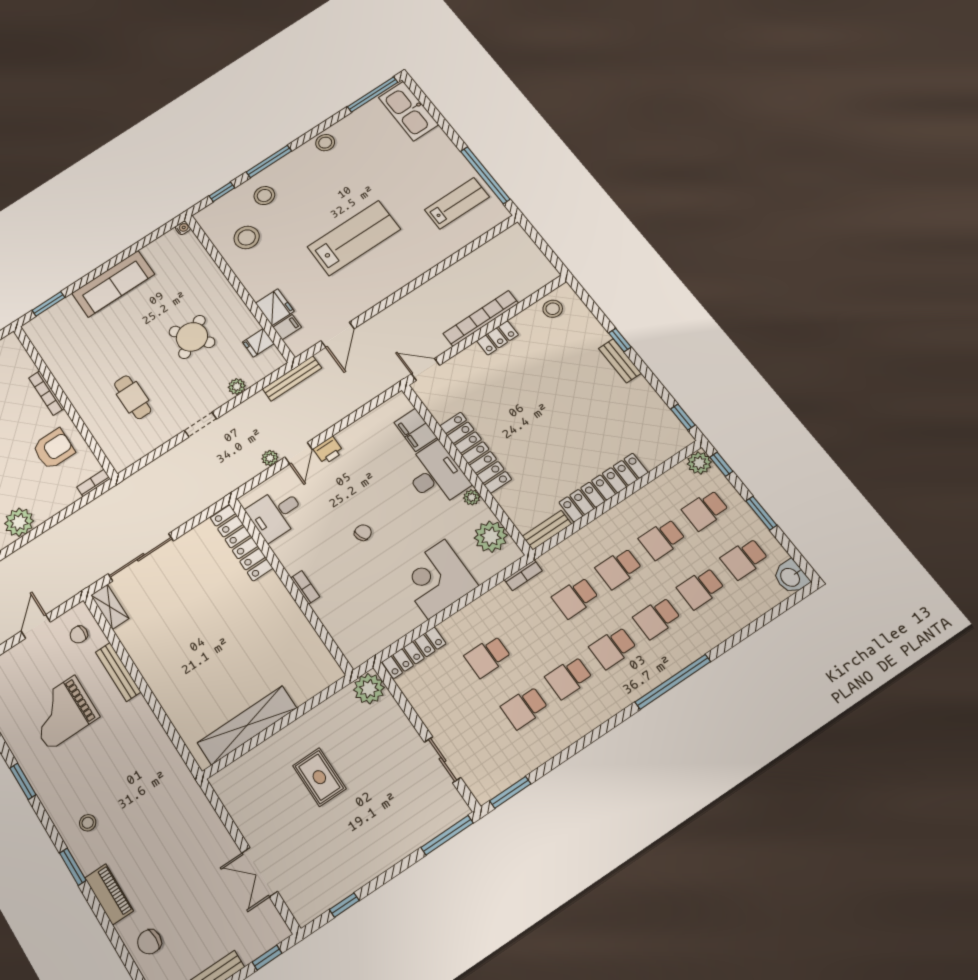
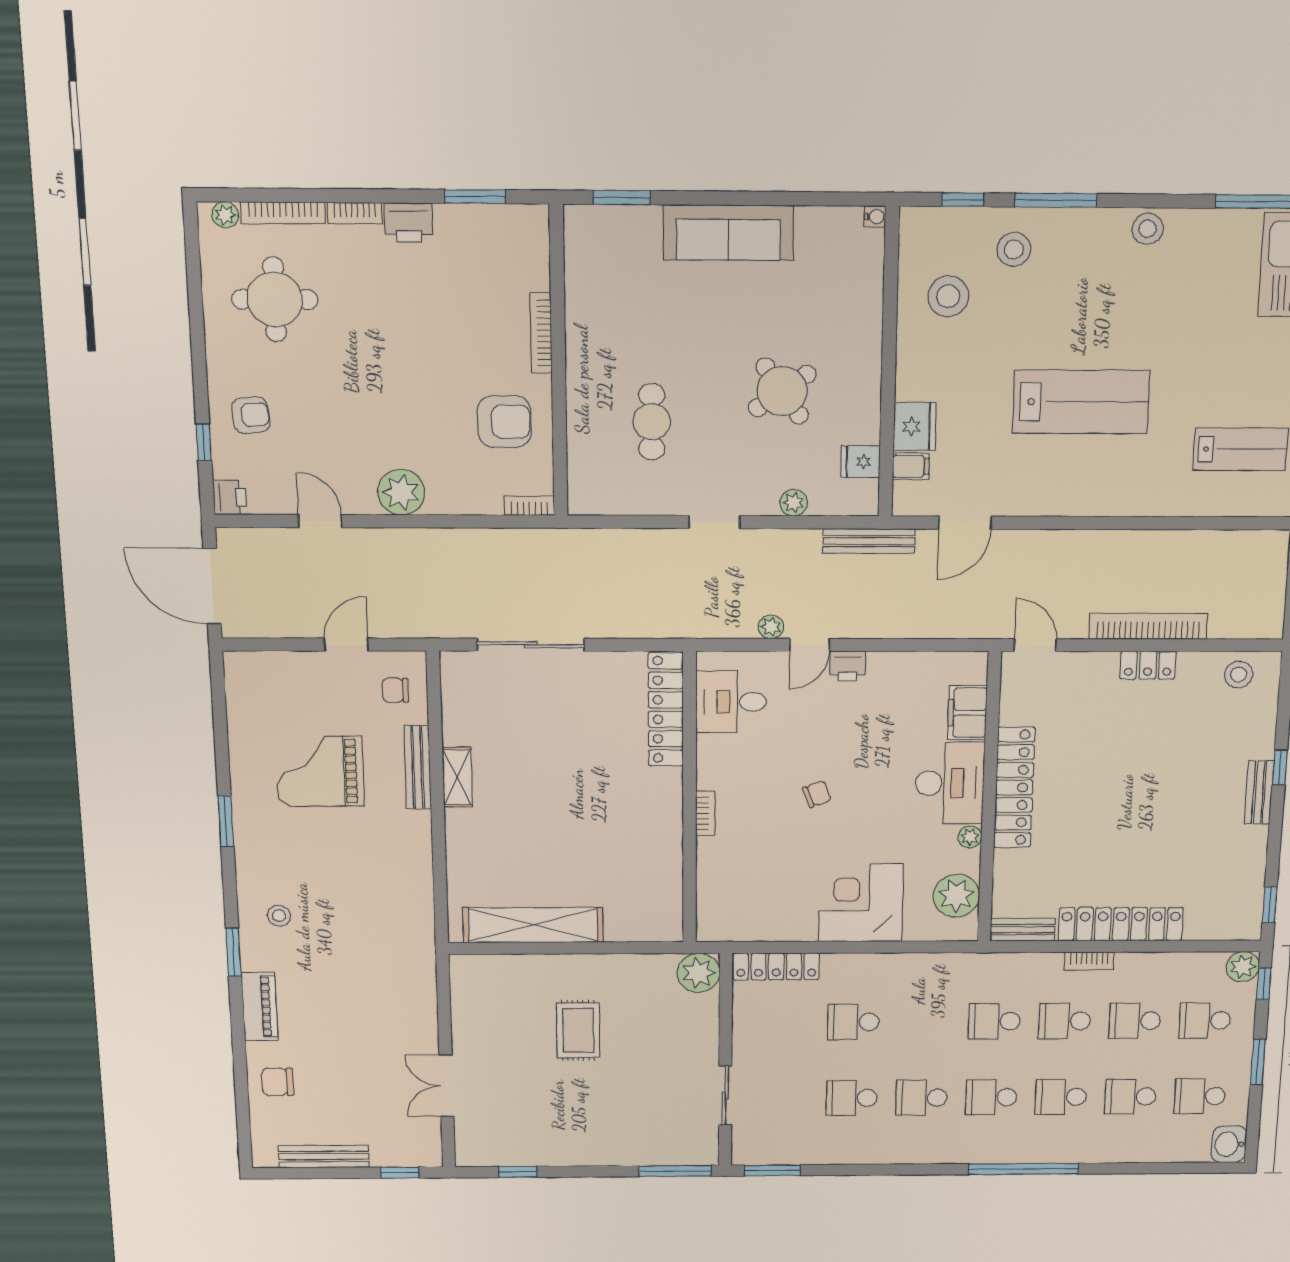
bookcase: (523, 575) -> (1089, 961), moved
shelving: (110, 607) -> (457, 777), moved

